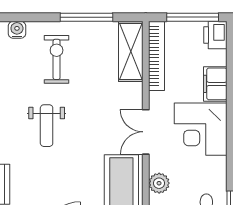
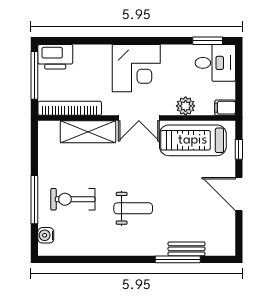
window: (86, 17) -> (34, 200), moved
printer: (215, 35) -> (55, 57), width x1.37, depth x1.19
shelving: (131, 51) -> (88, 132), moved
filing cabinet: (215, 84) -> (95, 55), removed

